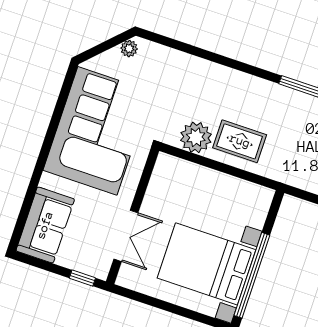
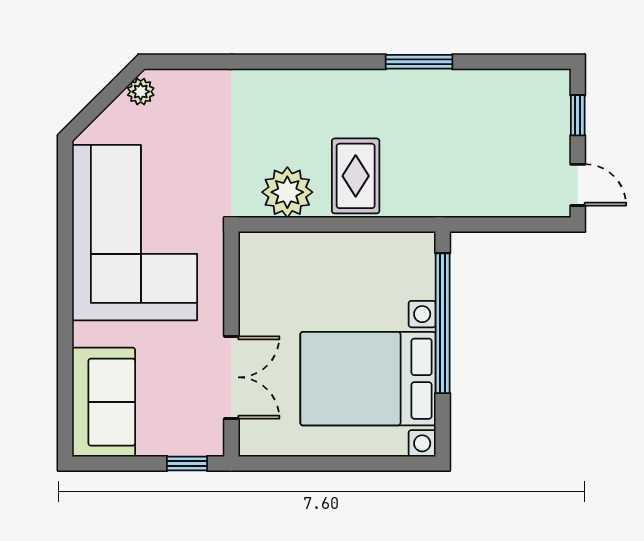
rug: (240, 141) -> (356, 176), turned 90
window: (252, 275) -> (443, 323), moved

